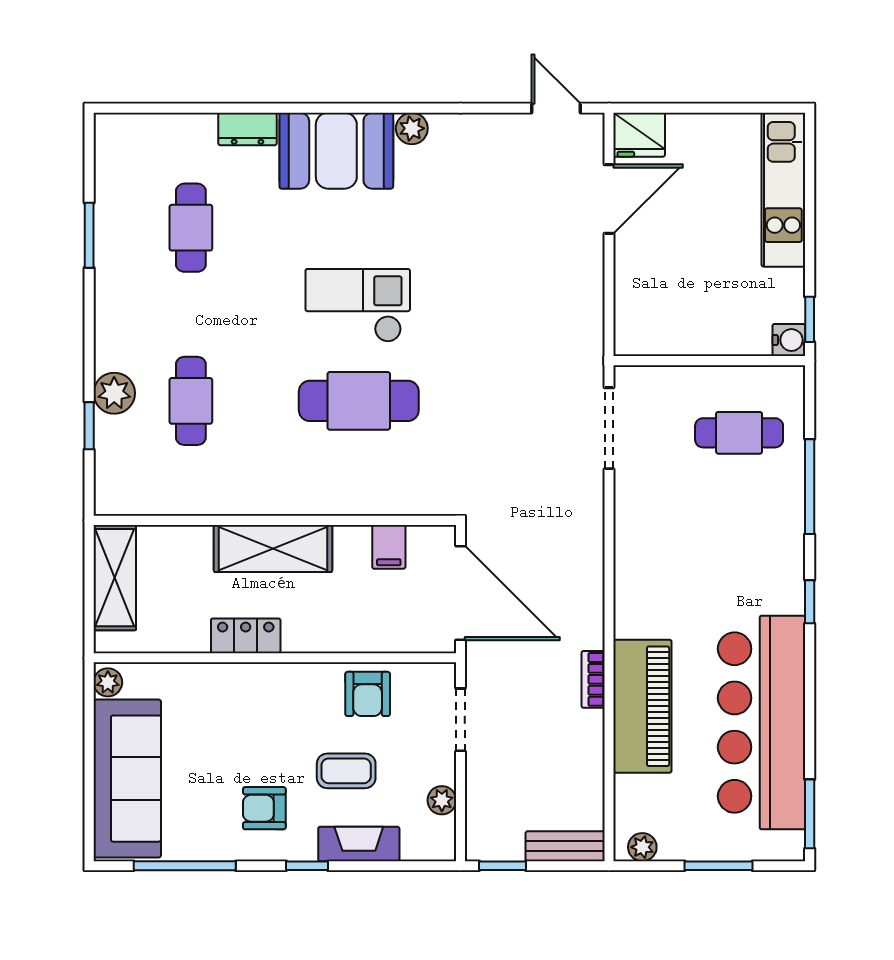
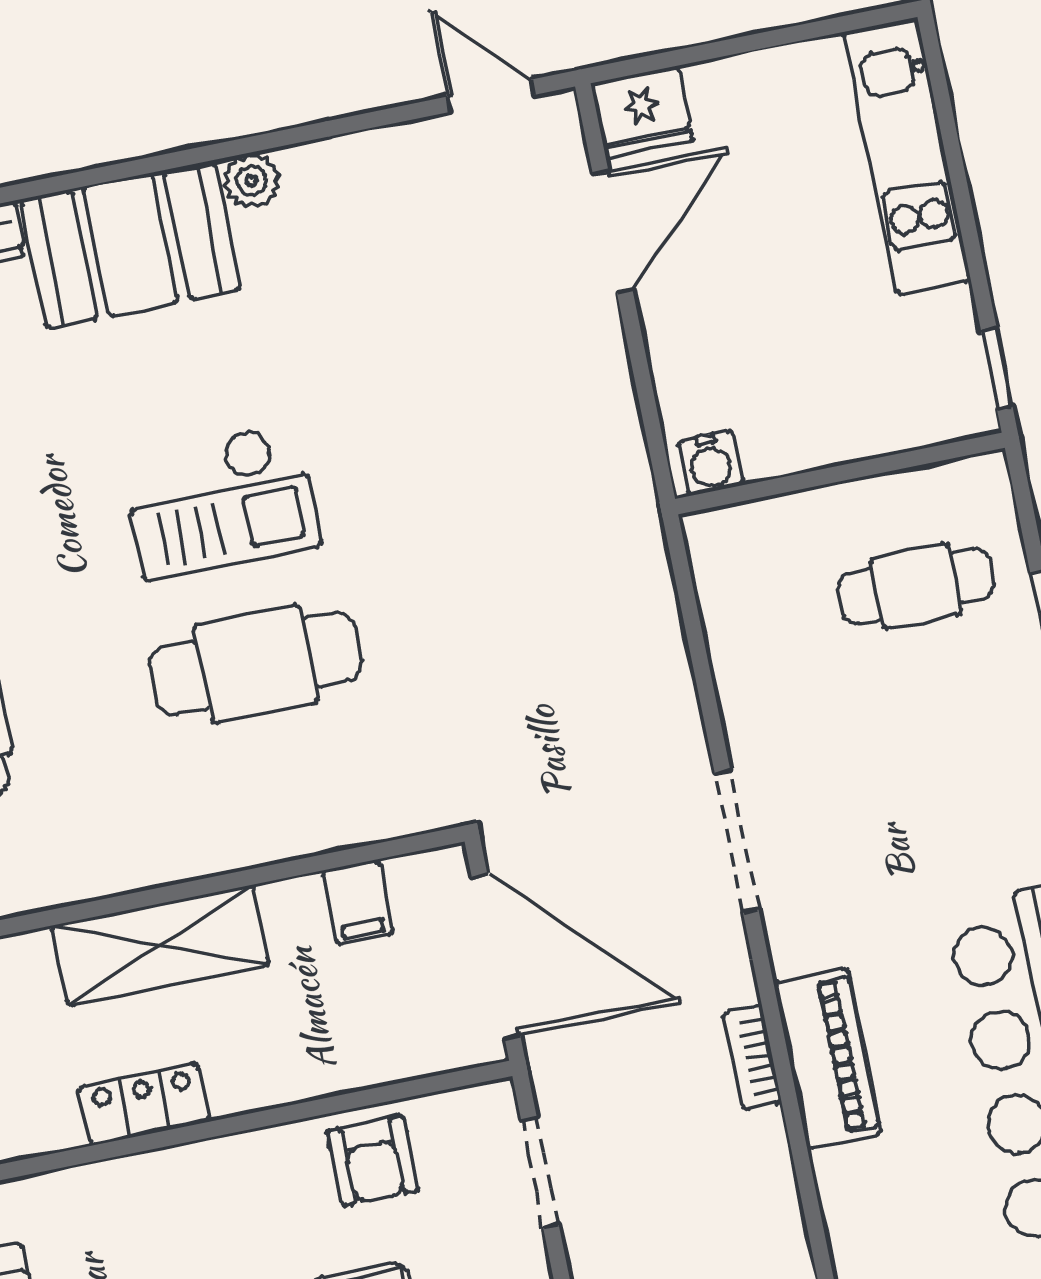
checkout: (358, 305) -> (221, 501), turned 180
water cooler: (789, 340) -> (710, 463), moved, turned 90
doorway: (609, 428) -> (737, 841), moved
piano: (642, 706) -> (827, 1058), width x0.73, depth x0.75

